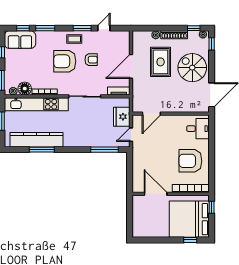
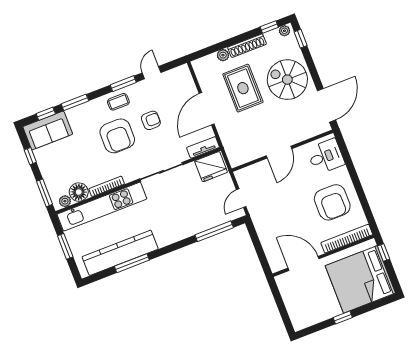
armchair: (65, 61) -> (117, 136), turned -90
door: (151, 114) -> (279, 152), moved
fridge: (122, 117) -> (211, 167), moved, turned -90
armchair: (190, 161) -> (332, 202), turned -90
window: (190, 240) -> (343, 318), moved

